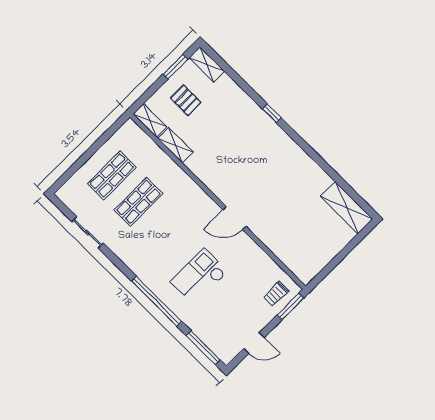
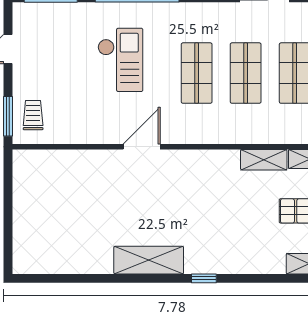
shelving: (347, 208) -> (149, 260), moved
shop shelf: (165, 228) -> (197, 73), added

